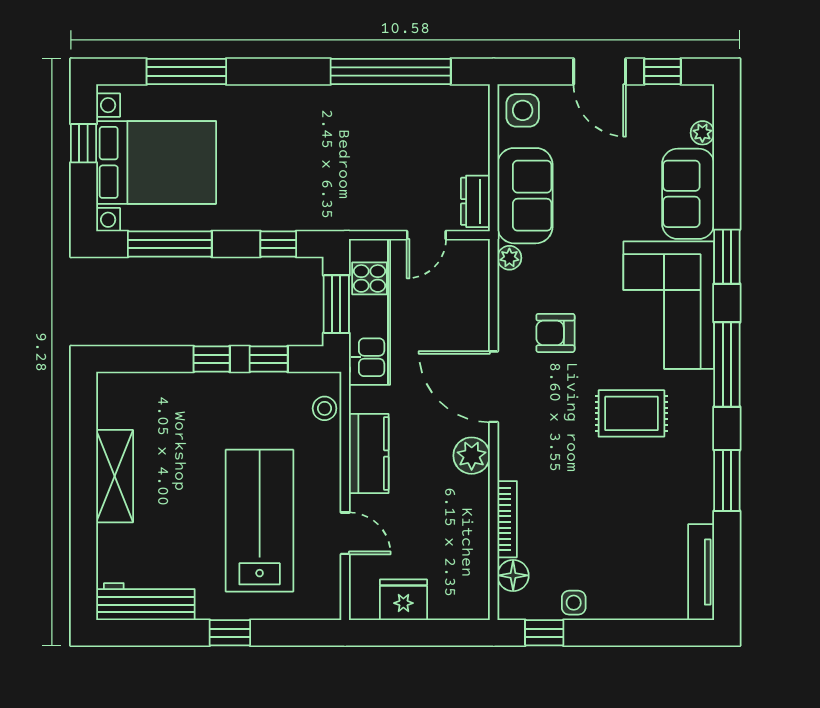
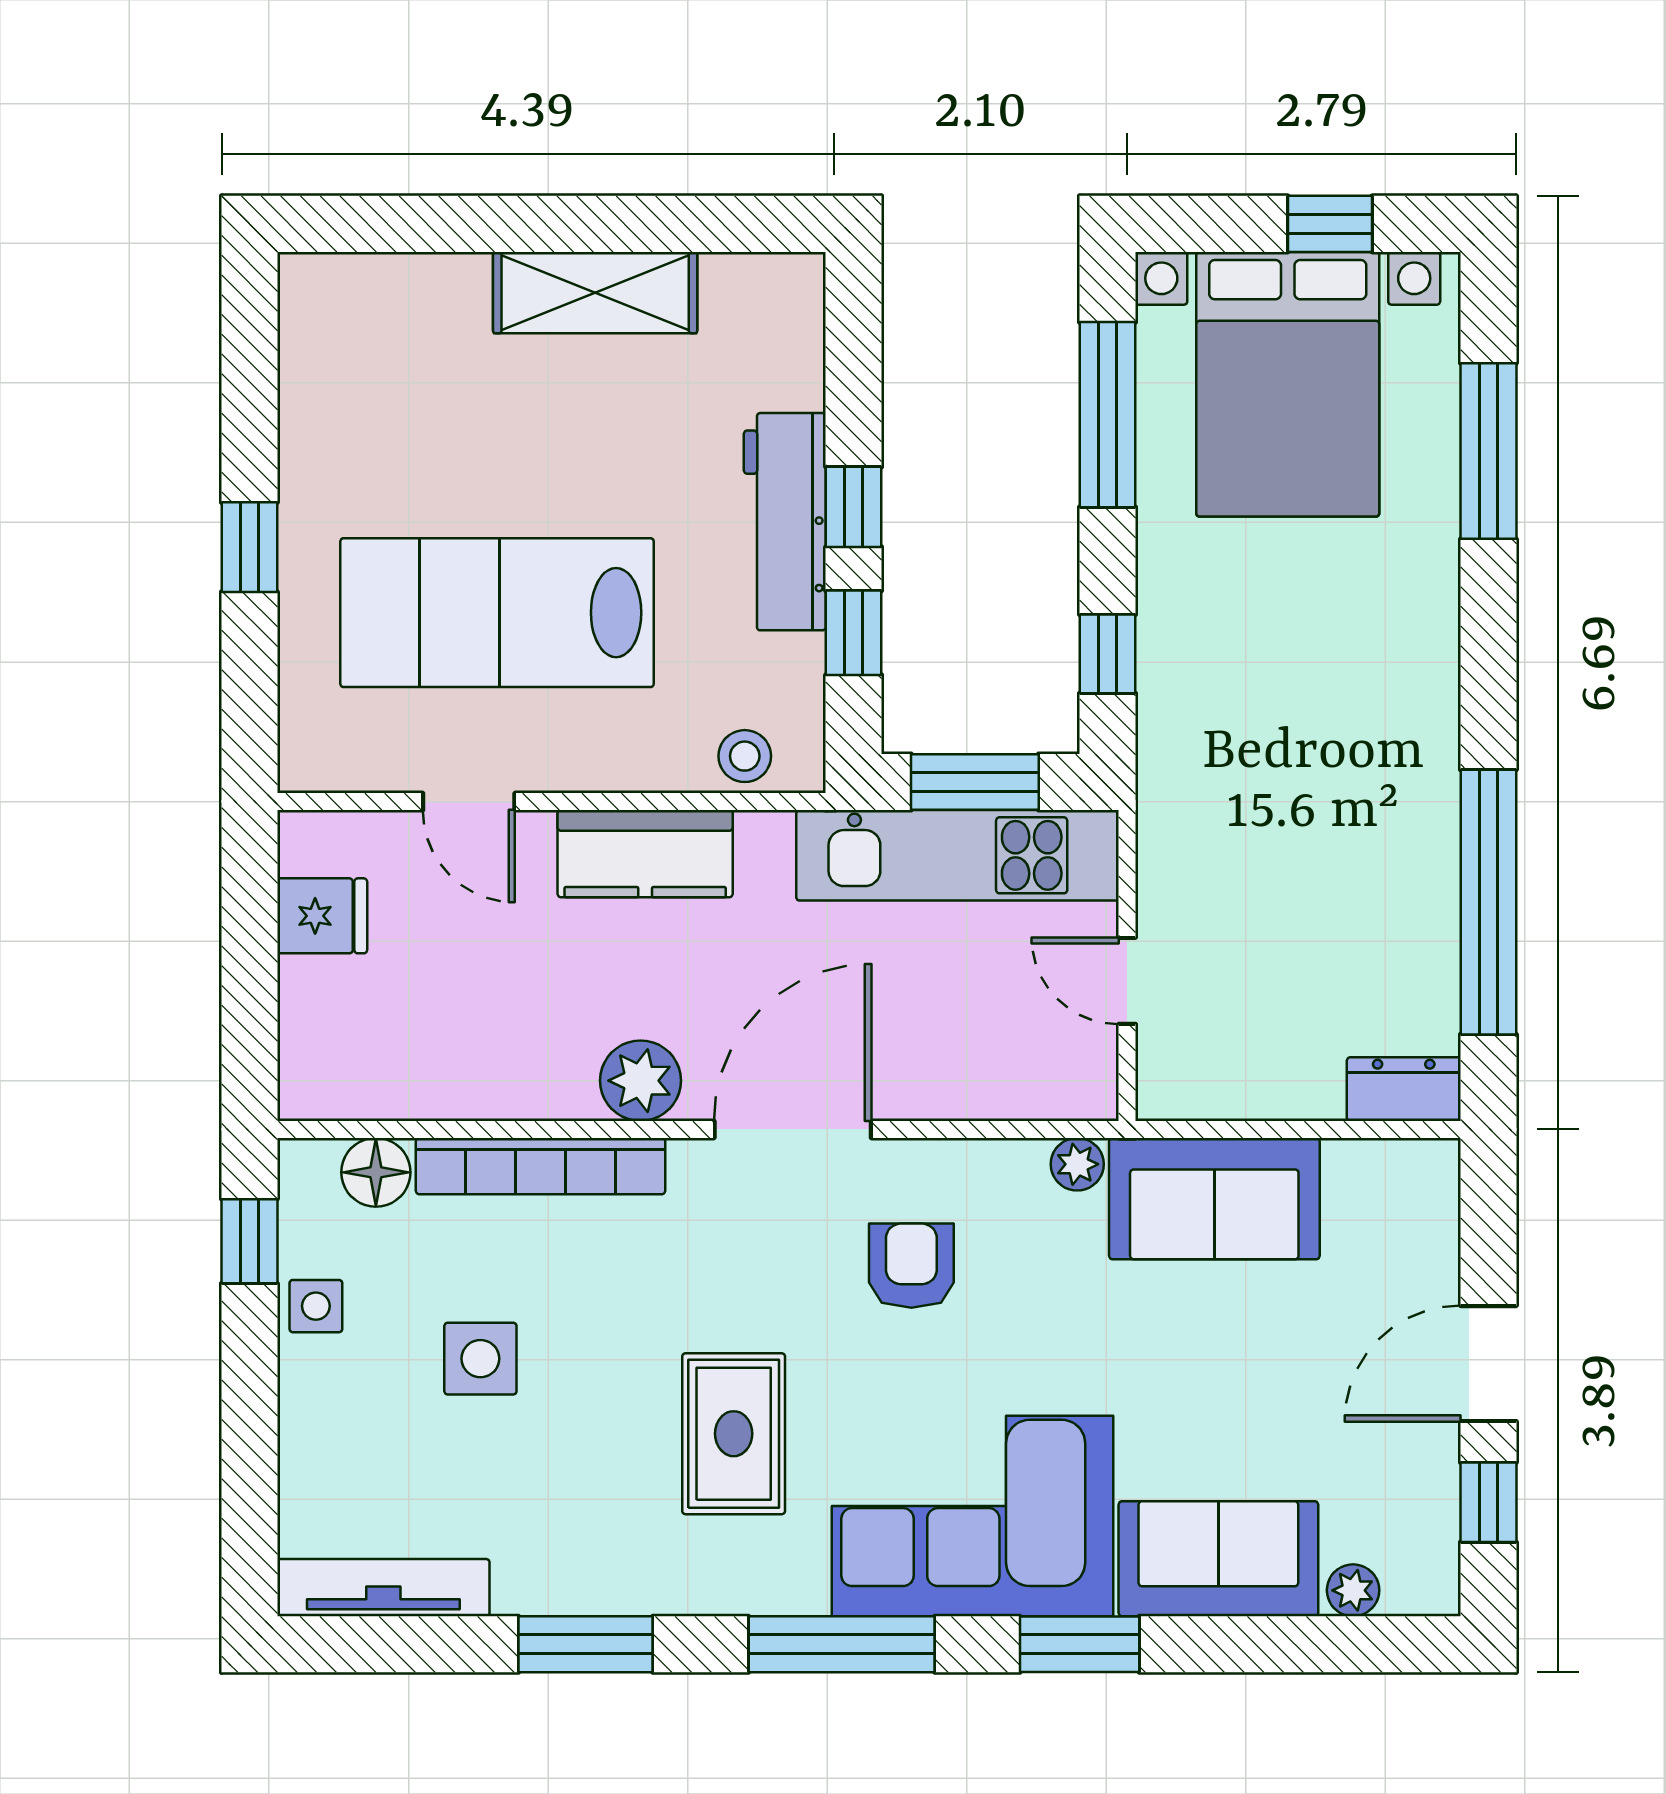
side table: (523, 110) -> (480, 1359), moved
dresser: (475, 201) -> (1404, 1089), moved
bookcase: (507, 519) -> (541, 1166), width x1.48, depth x1.31
lab bench: (260, 521) -> (497, 613), turned 180
door: (345, 533) -> (469, 802), hinge flipped
fridge: (403, 600) -> (322, 916), width x0.72
workbench: (145, 602) -> (785, 522), moved, turned 180

